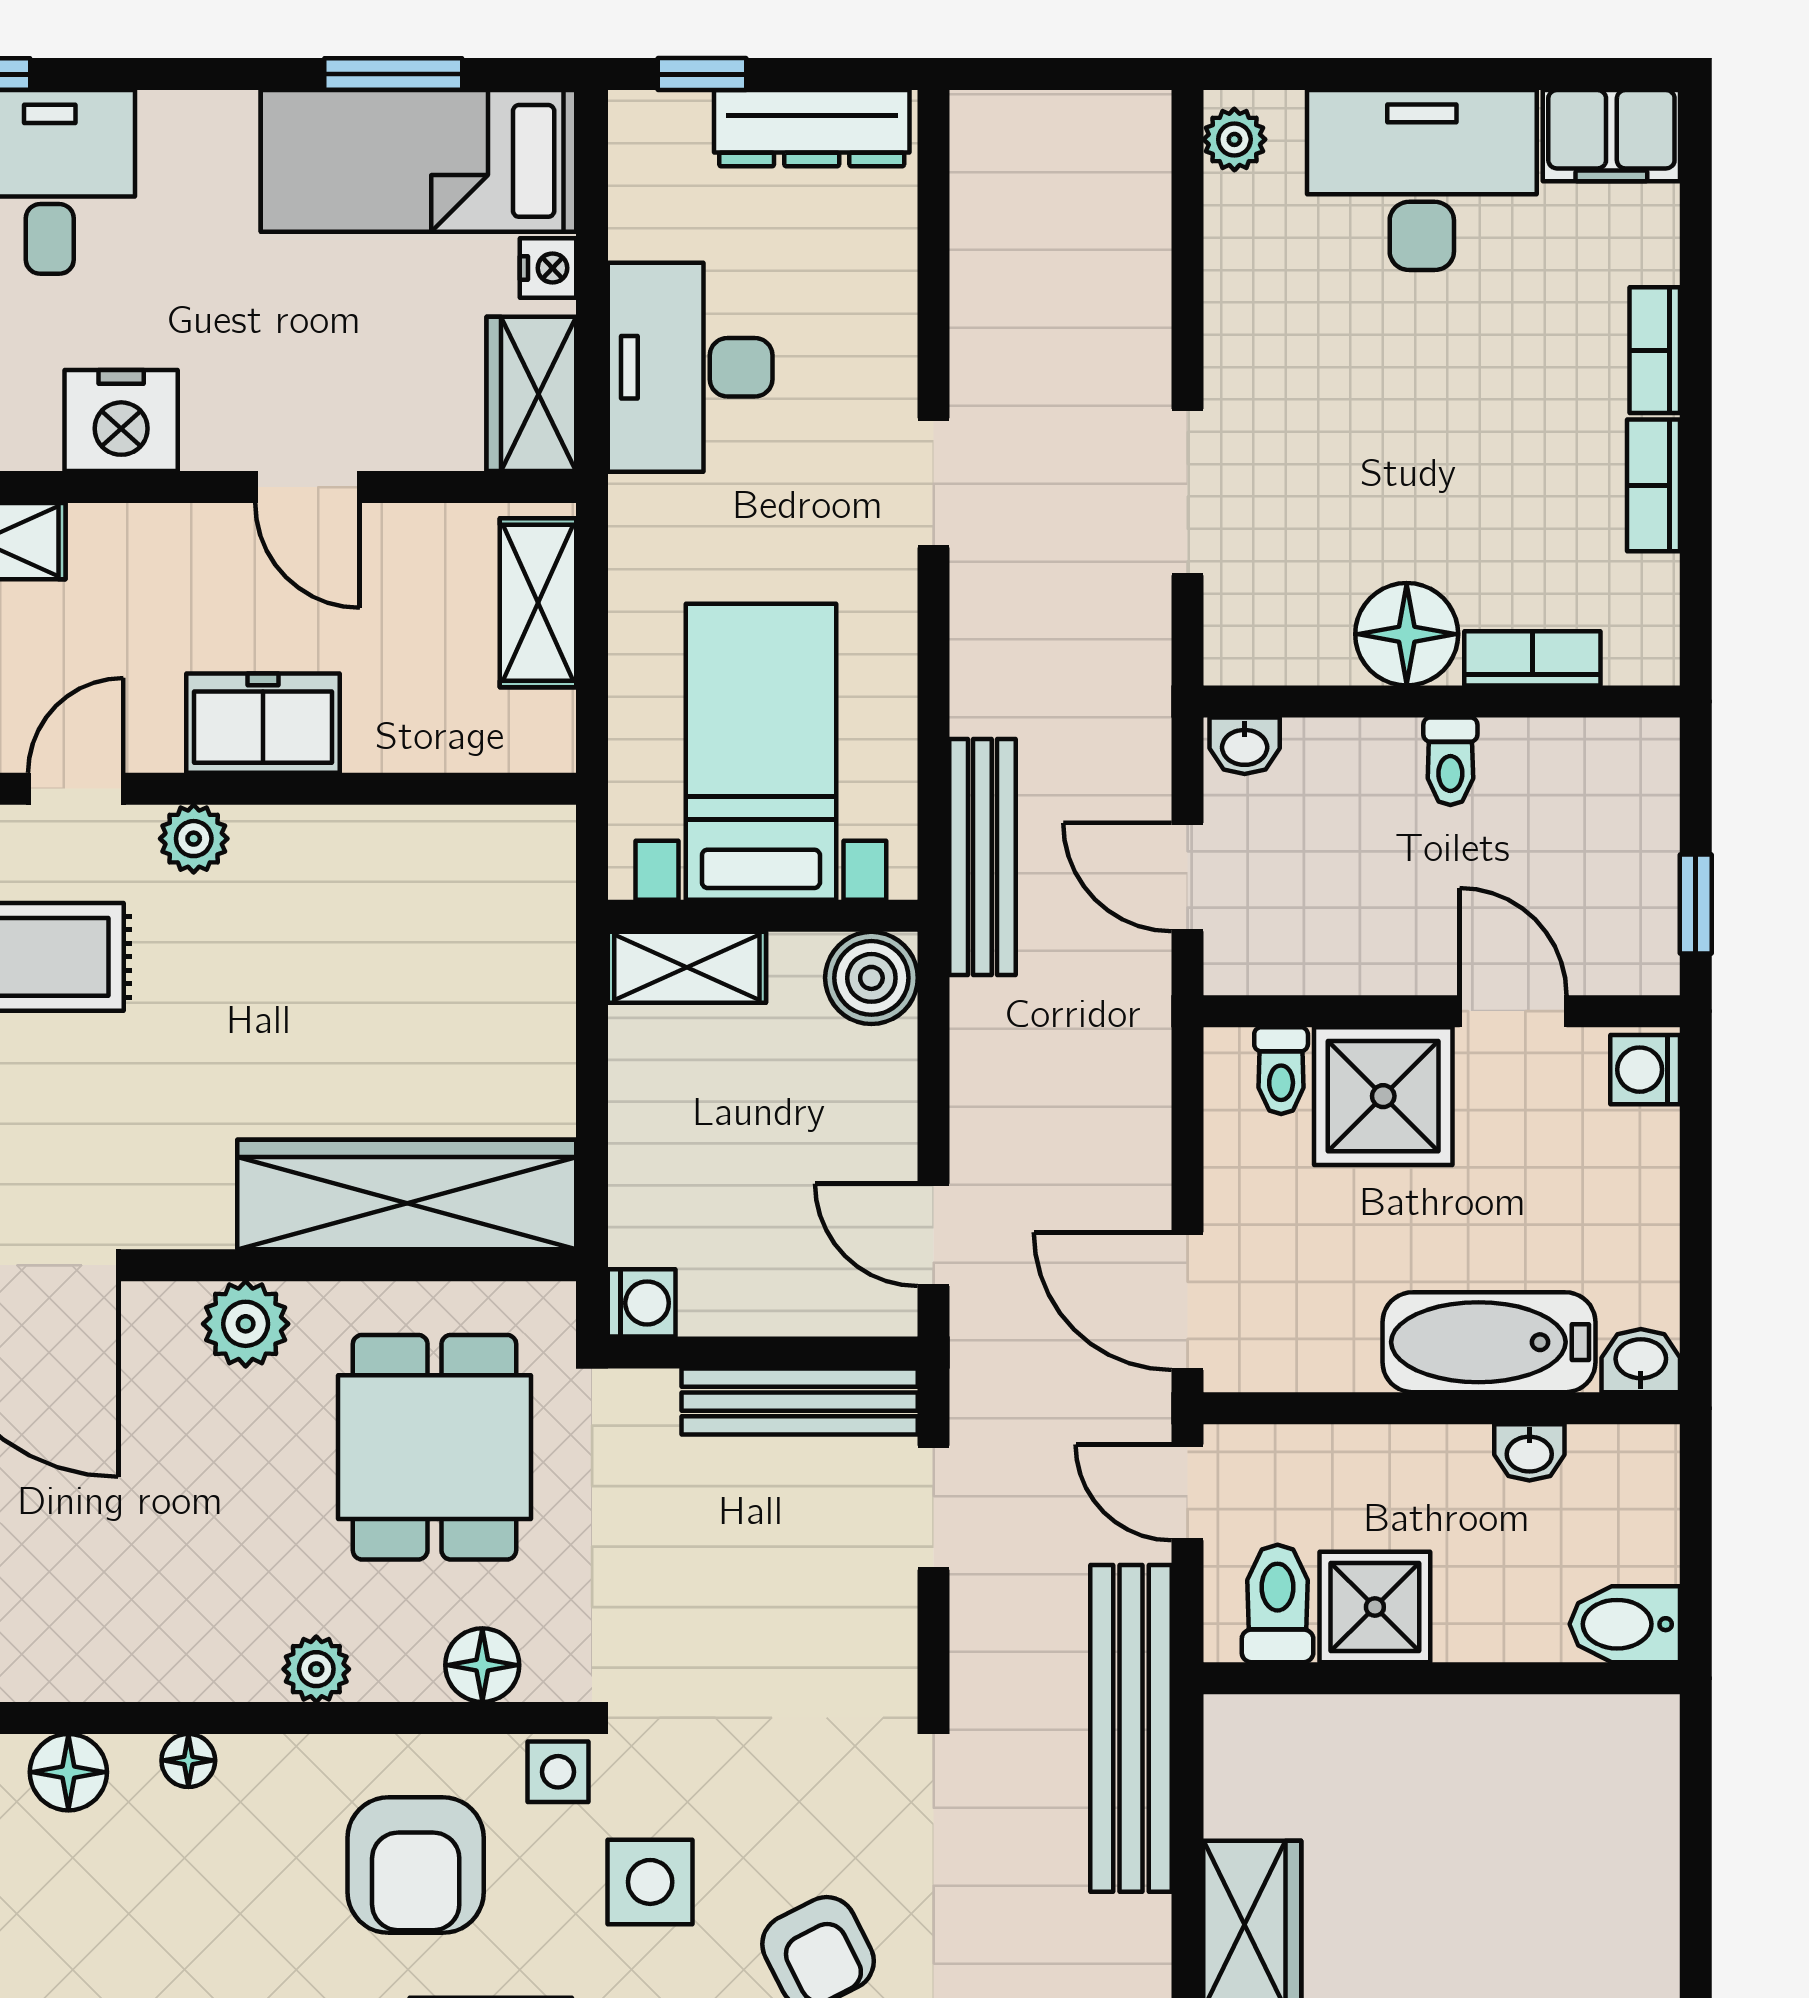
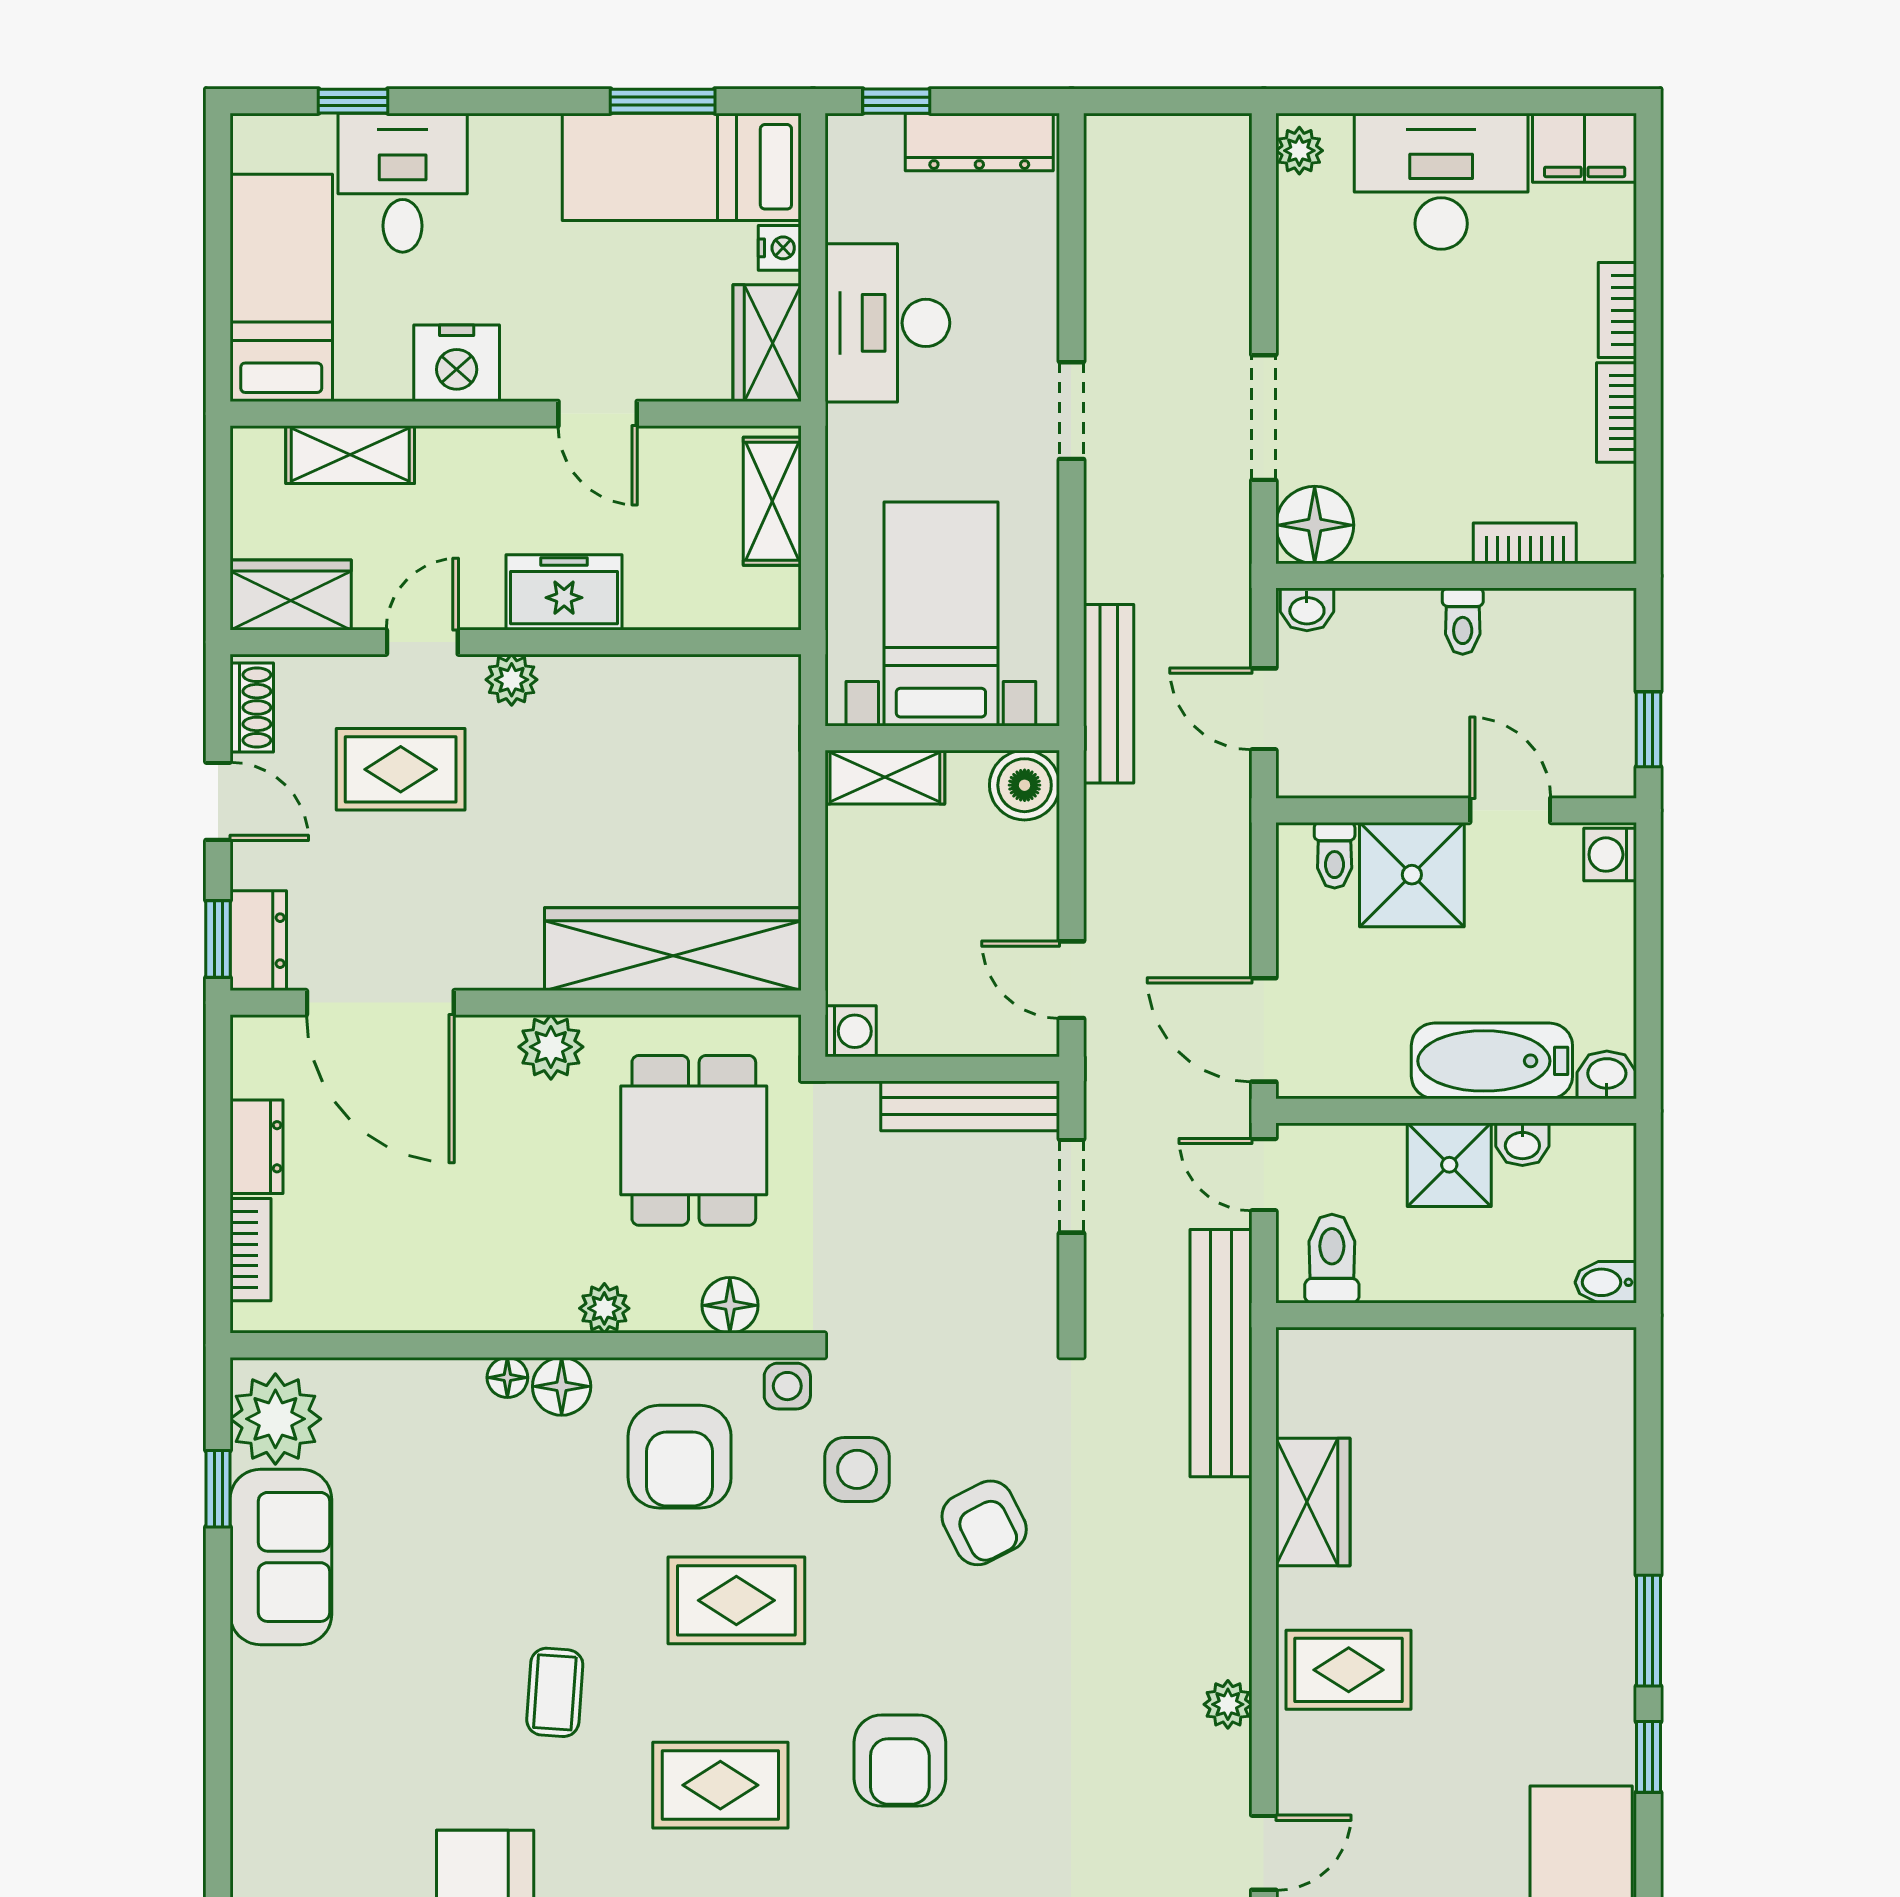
floor lamp: (1407, 634) -> (1315, 525), moved
shower: (1375, 1607) -> (1449, 1165), moved
bidet: (1625, 1624) -> (1606, 1282), width x0.72, depth x0.74
floor lamp: (68, 1772) -> (562, 1386), moved

